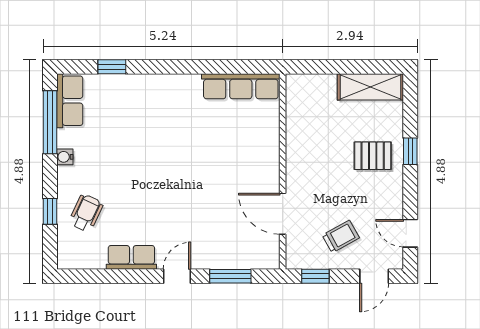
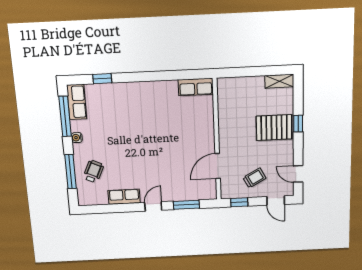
row of seats: (241, 86) -> (196, 87), width x0.68
shelving: (370, 87) -> (279, 81), width x0.67, depth x0.75
pallet: (373, 156) -> (274, 128), width x1.50, depth x1.42
window: (50, 211) -> (71, 172), width x2.17
door: (283, 214) -> (218, 166), hinge flipped
door: (374, 276) -> (276, 201), hinge flipped

